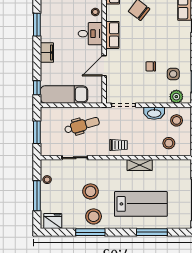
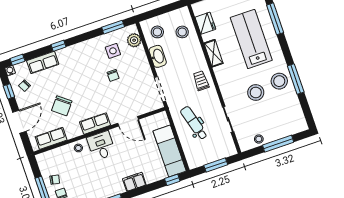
fridge: (53, 221) -> (205, 23), moved, turned 180

